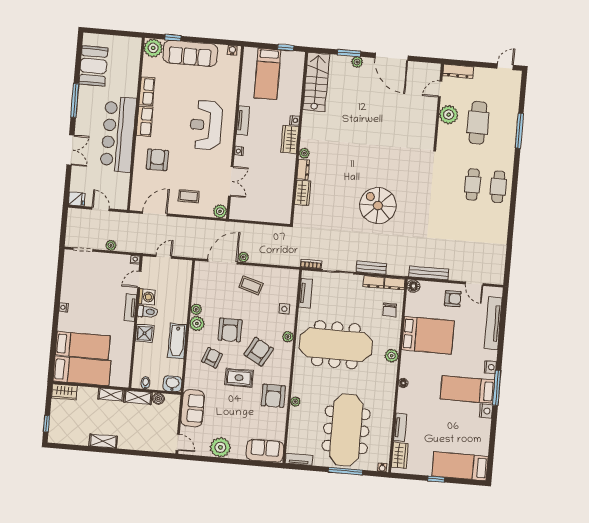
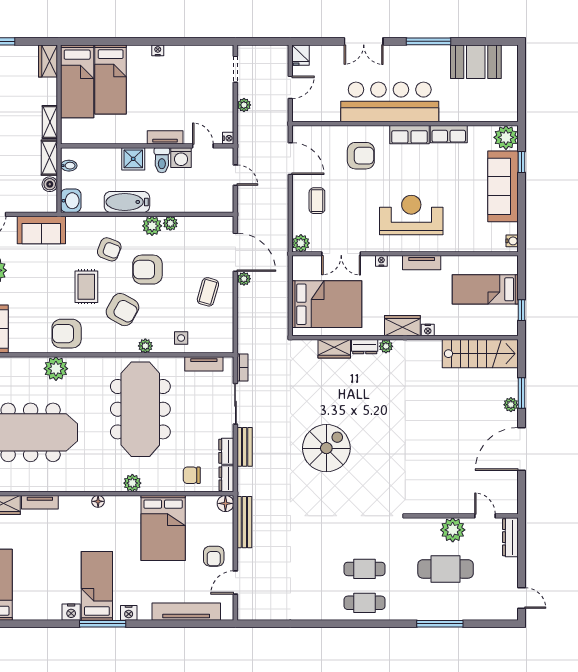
bed: (268, 196) -> (327, 304), added
plant: (295, 402) -> (56, 369), width x1.88, depth x1.88

